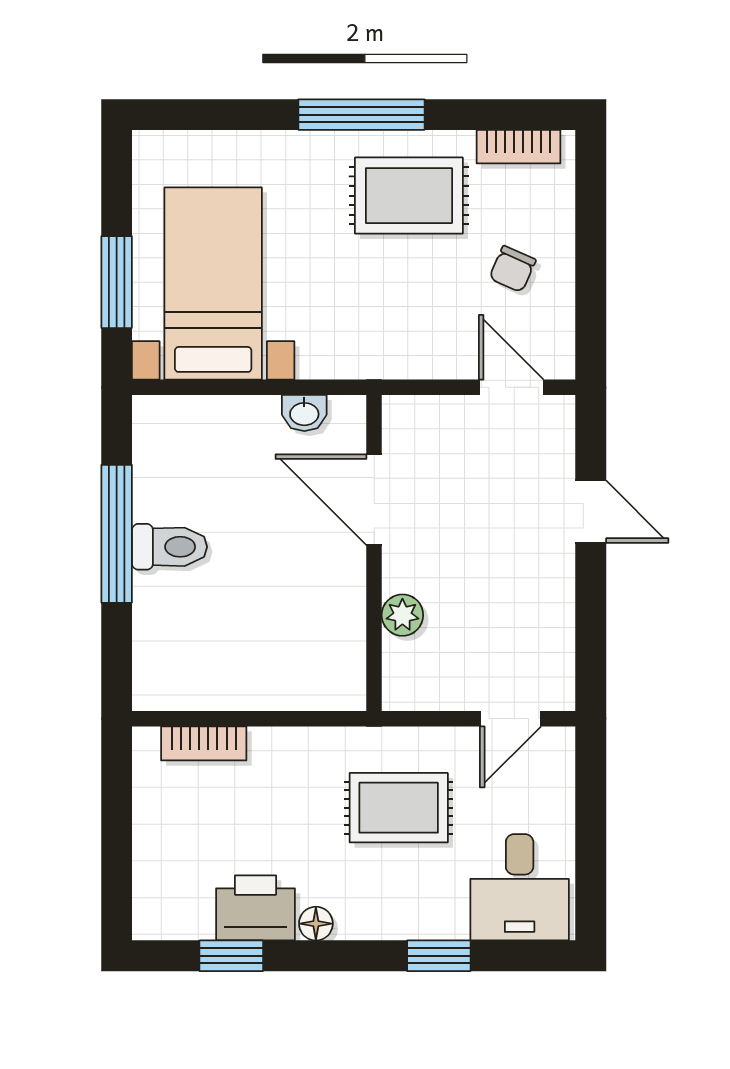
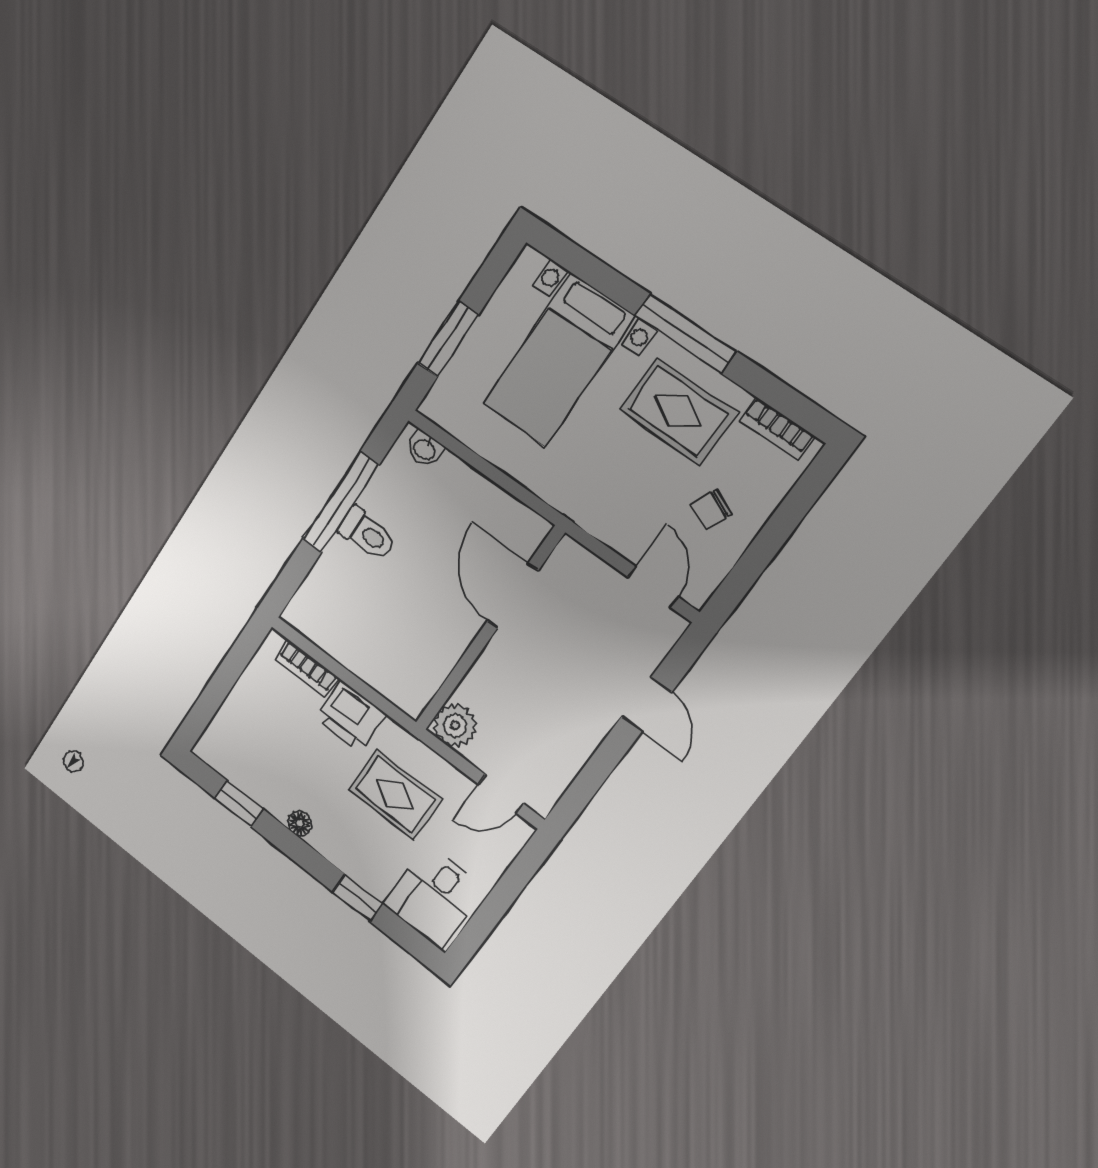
bed with nightstands: (213, 284) -> (559, 360), moved, turned 180
washbasin: (304, 413) -> (425, 449), moved
plant: (402, 615) -> (455, 725), moved, width x1.38, depth x1.38
printer: (255, 908) -> (351, 716), moved, turned 180

